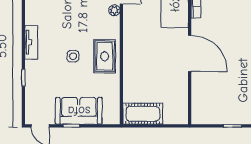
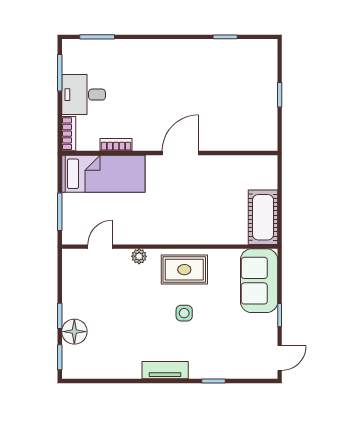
plant: (114, 10) -> (139, 256), moved
door: (190, 53) -> (180, 153), width x0.73
sofa: (79, 111) -> (259, 281), moved

